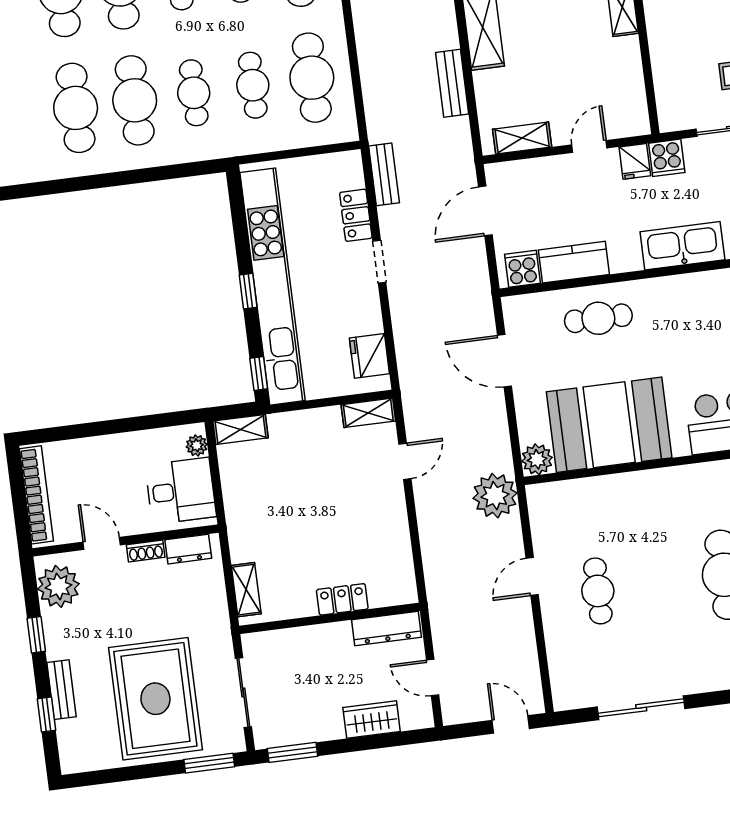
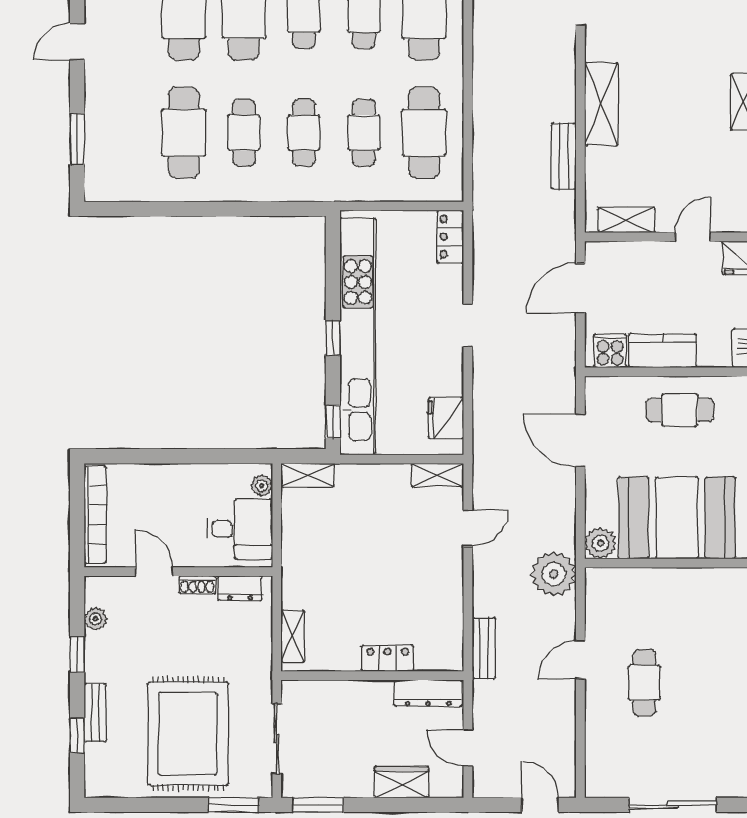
cafe table: (135, 100) -> (244, 133), width x0.73, depth x0.74
bench: (384, 174) -> (484, 648), moved
locker: (356, 215) -> (450, 237), moved
plant: (58, 586) -> (95, 619), width x0.53, depth x0.53

